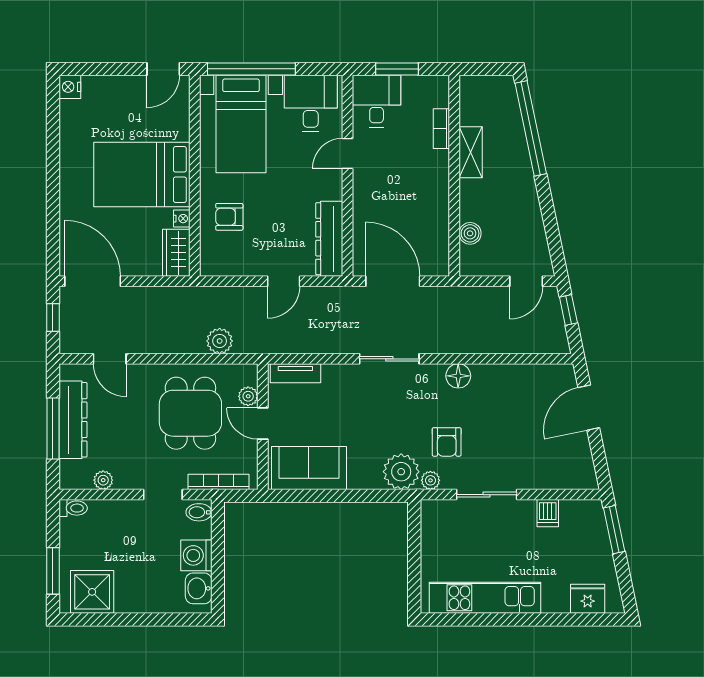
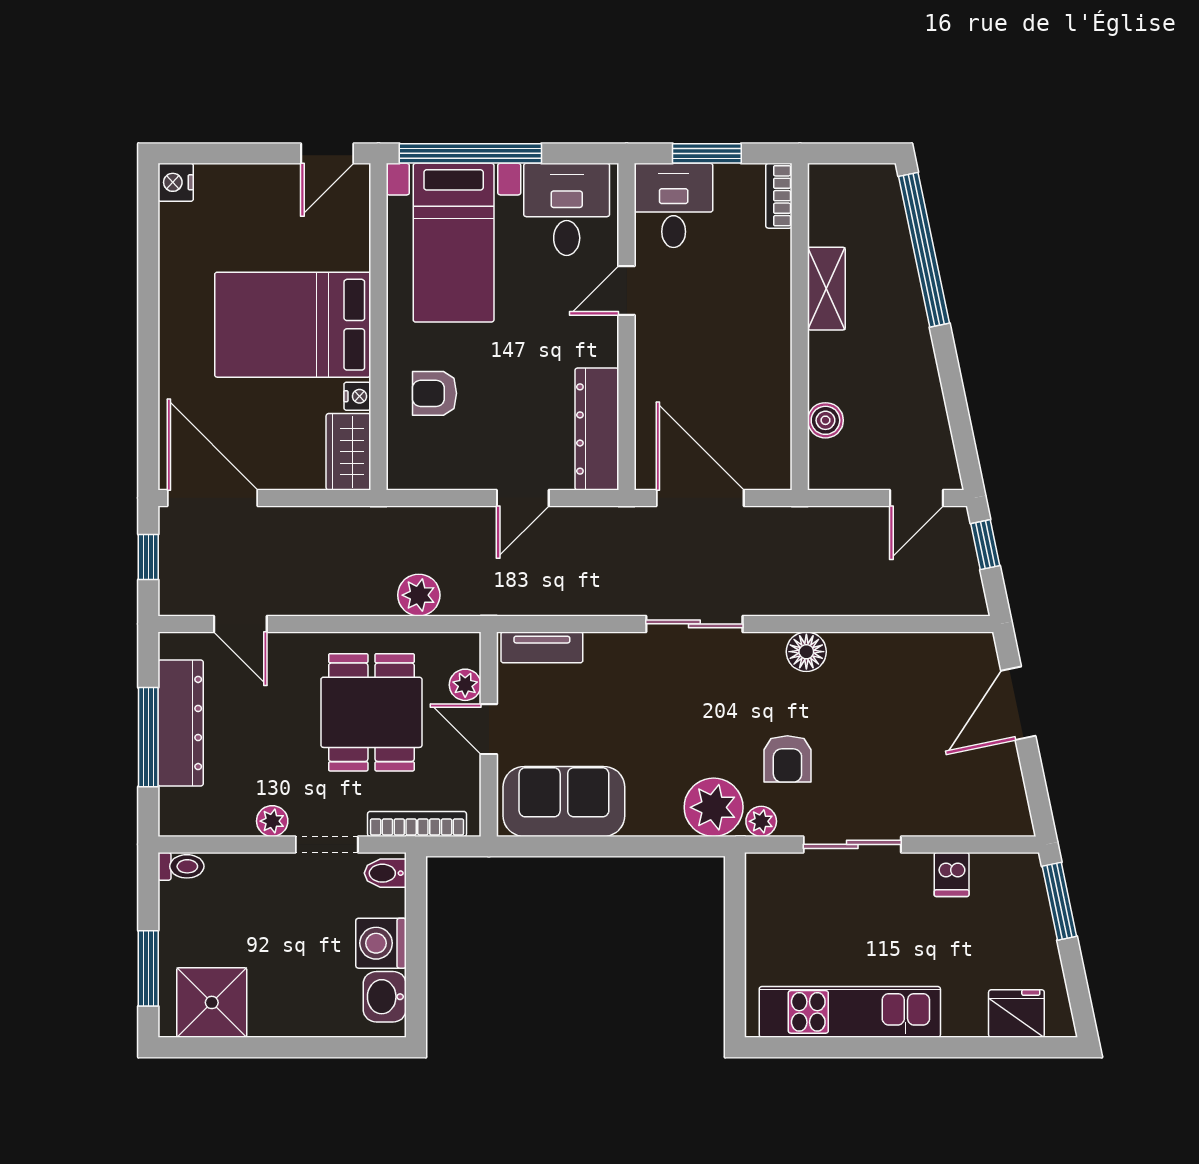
bookcase: (441, 129) -> (779, 196), moved
plant: (103, 480) -> (272, 821), moved

